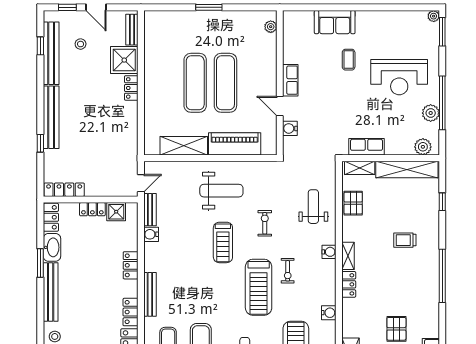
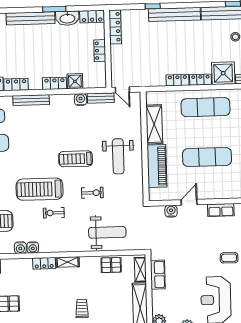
row of seats: (290, 80) -> (221, 210), moved
exercise mat: (195, 83) -> (206, 107), moved
locker: (131, 116) -> (177, 80), added
weight bench: (313, 207) -> (107, 232), width x1.36, depth x1.33
shower: (116, 212) -> (75, 81), moved
water cooler: (329, 252) -> (33, 247), moved

